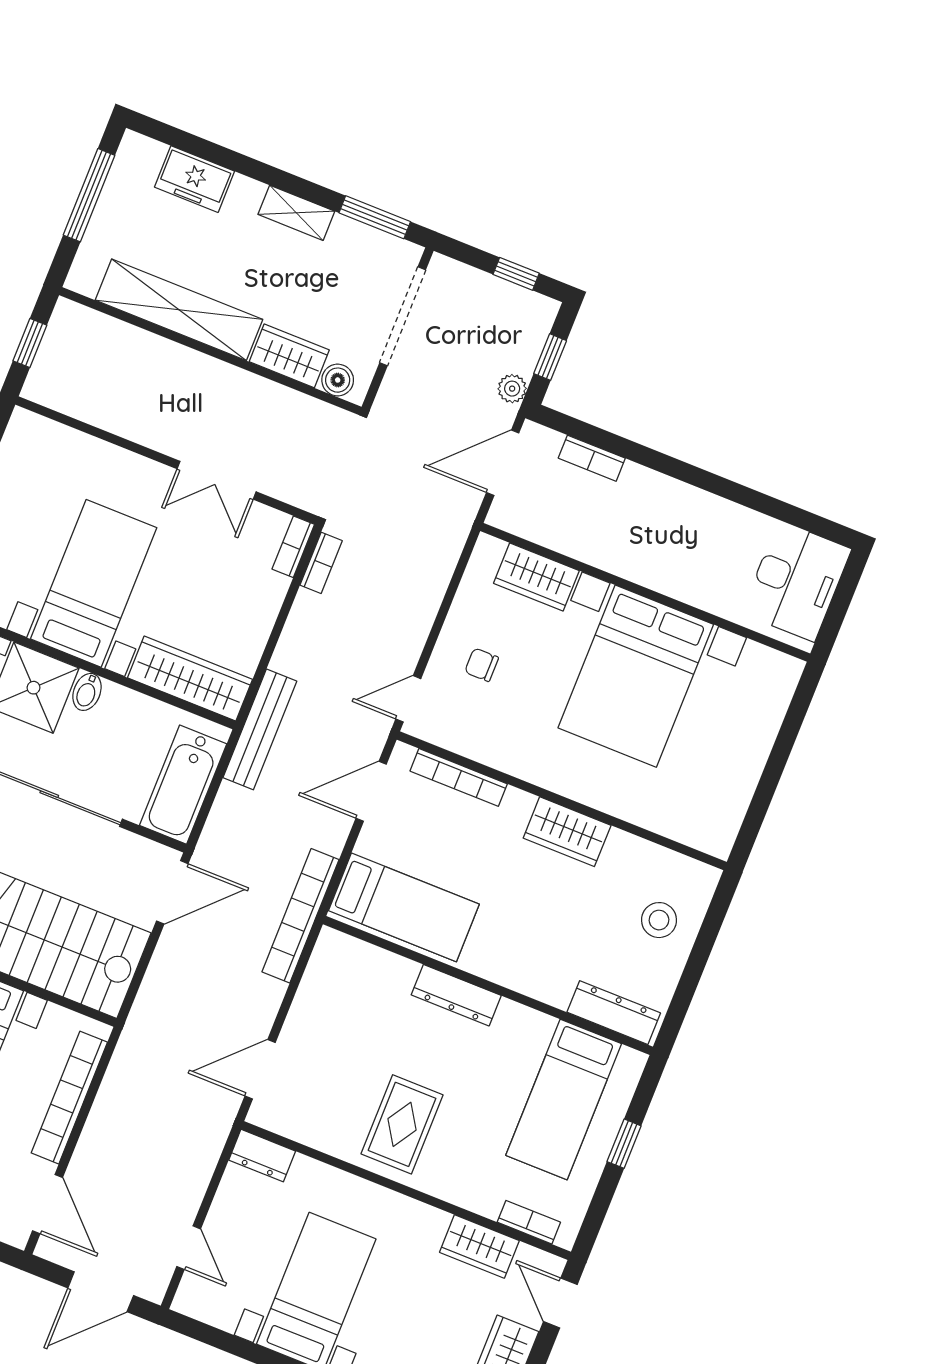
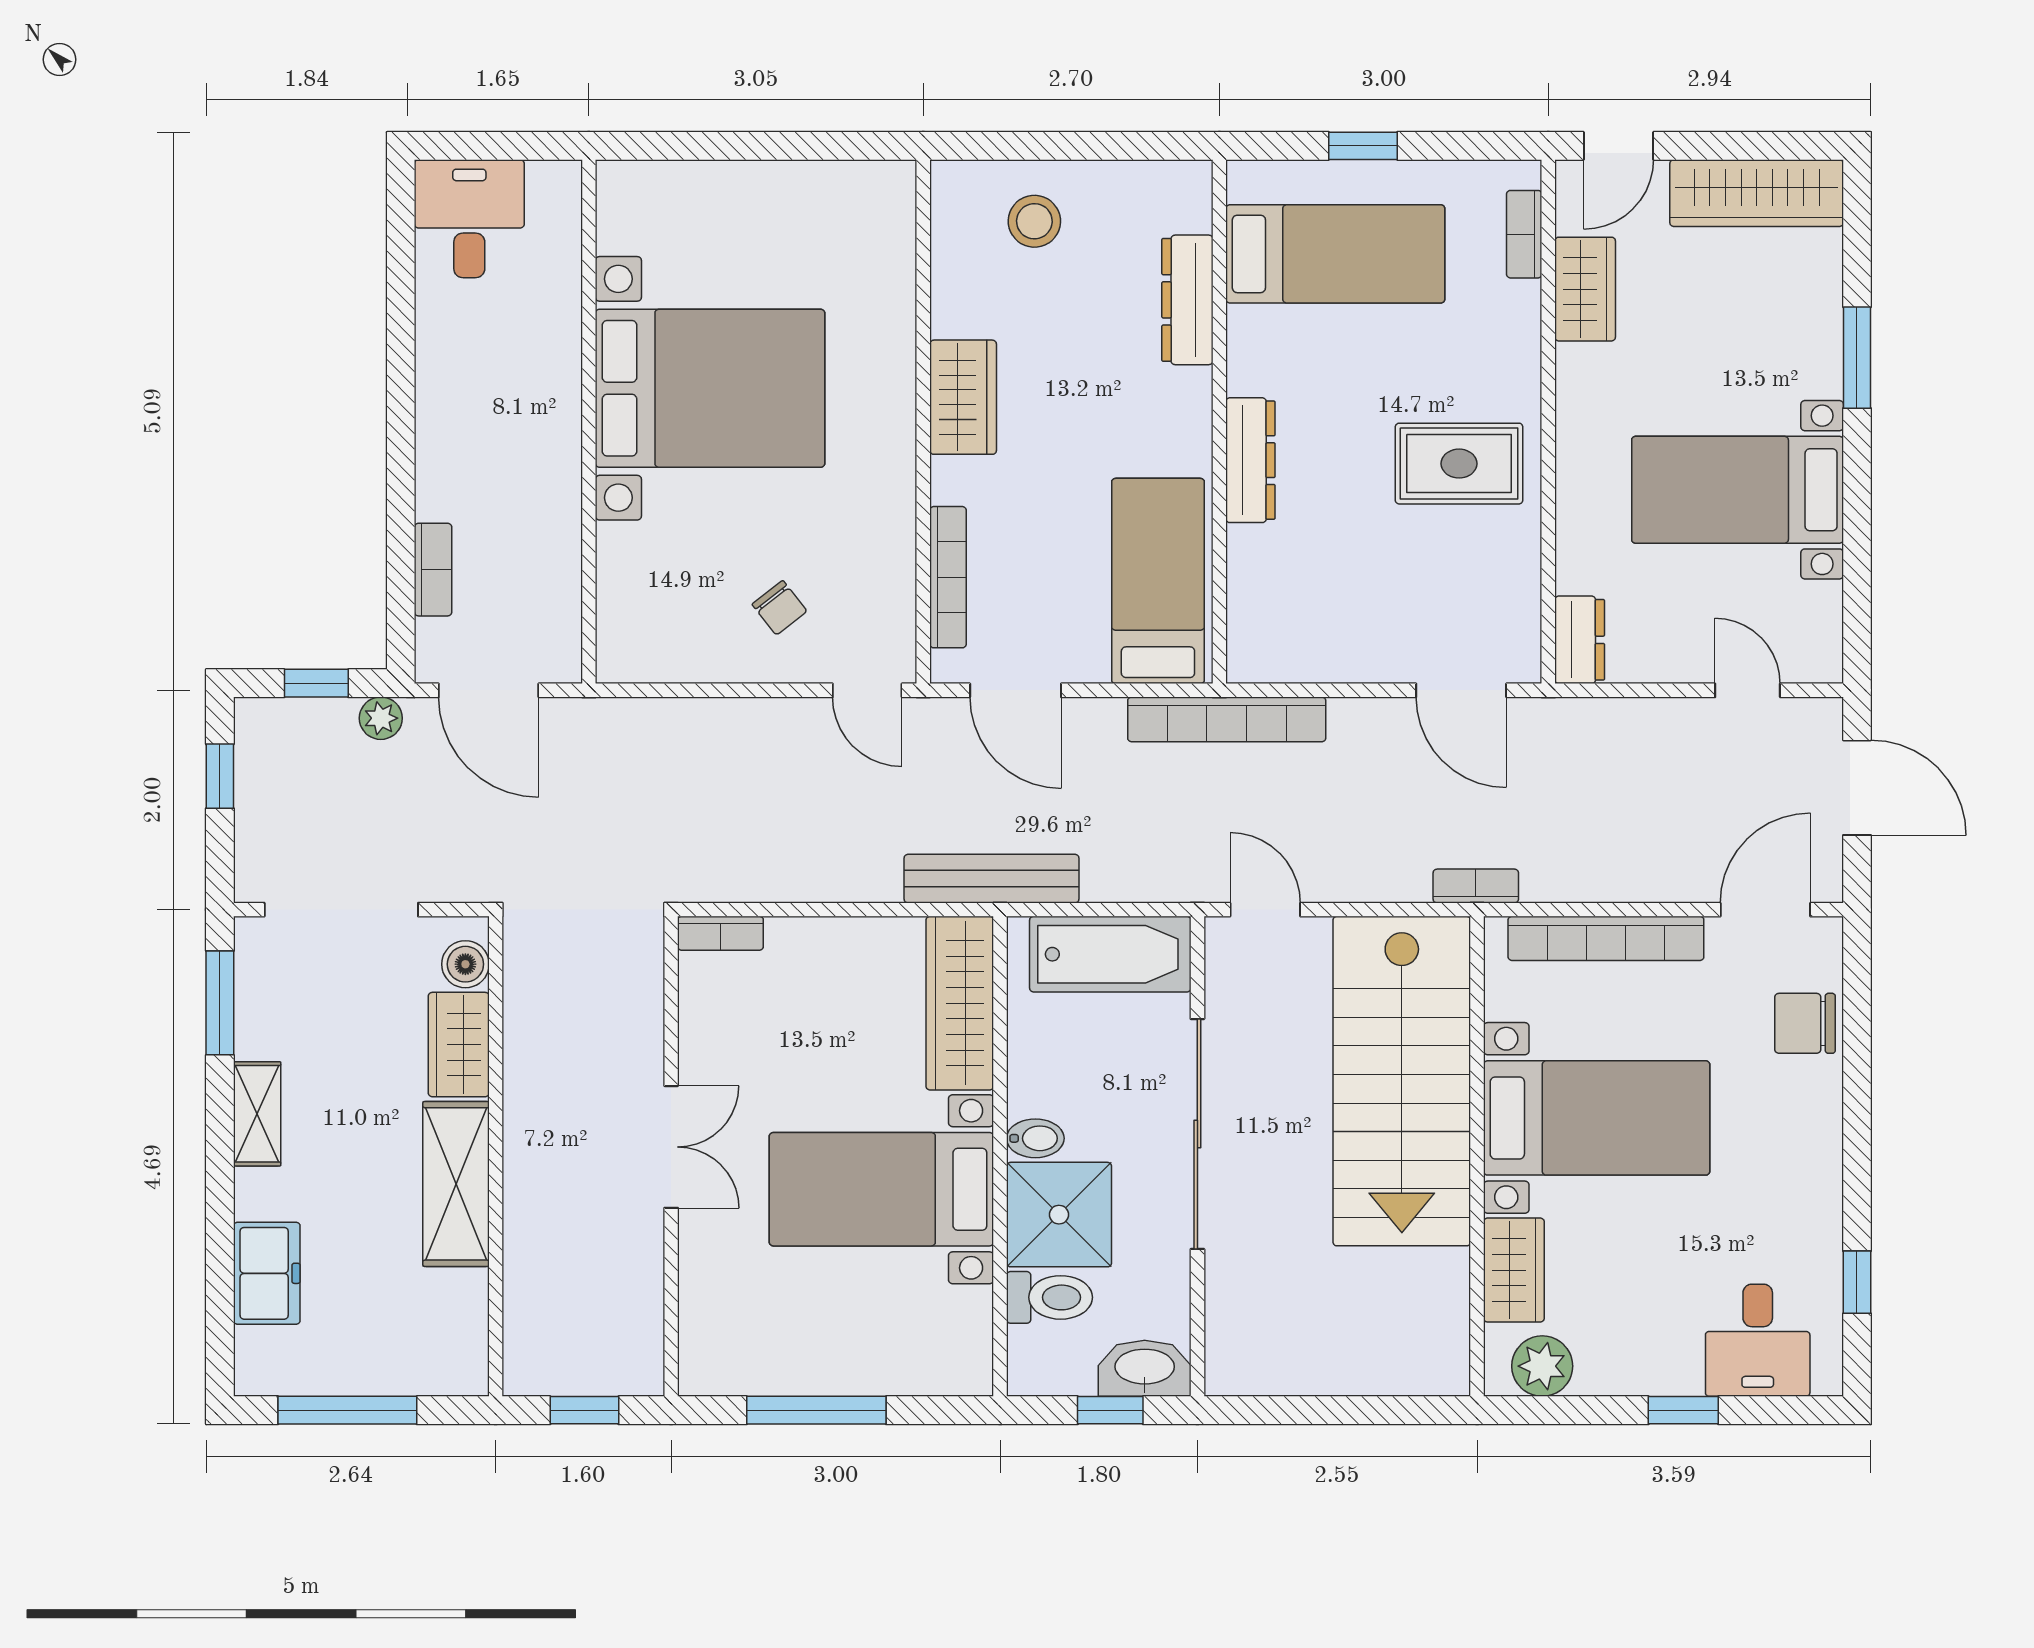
shelving: (179, 310) -> (456, 1184), width x0.68
double door: (217, 480) -> (671, 1147), moved
bookcase: (321, 563) -> (1476, 886), moved
wardrobe: (536, 577) -> (628, 580), removed
desk: (796, 581) -> (469, 219), width x0.73
chair: (482, 665) -> (780, 608), turned -38
door: (172, 892) -> (1265, 910), width x0.73
dresser: (614, 1013) -> (1187, 300), moved
door: (189, 1248) -> (1748, 690), hinge flipped

